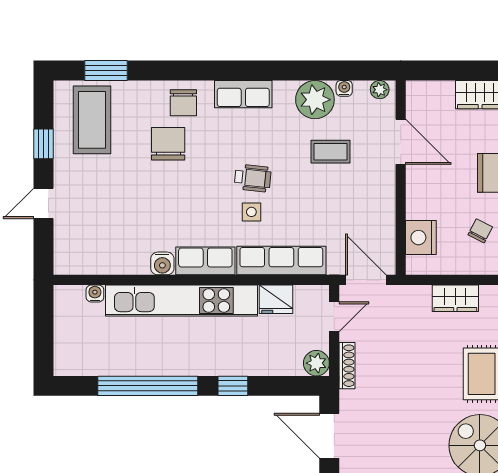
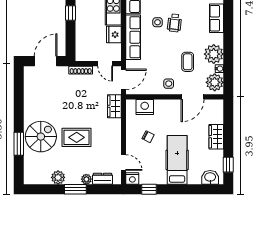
plant: (380, 90) -> (215, 82), width x1.87, depth x1.87
side table: (374, 190) -> (169, 84), added
wardrobe: (455, 298) -> (114, 106), moved
plant: (316, 363) -> (82, 55), removed

